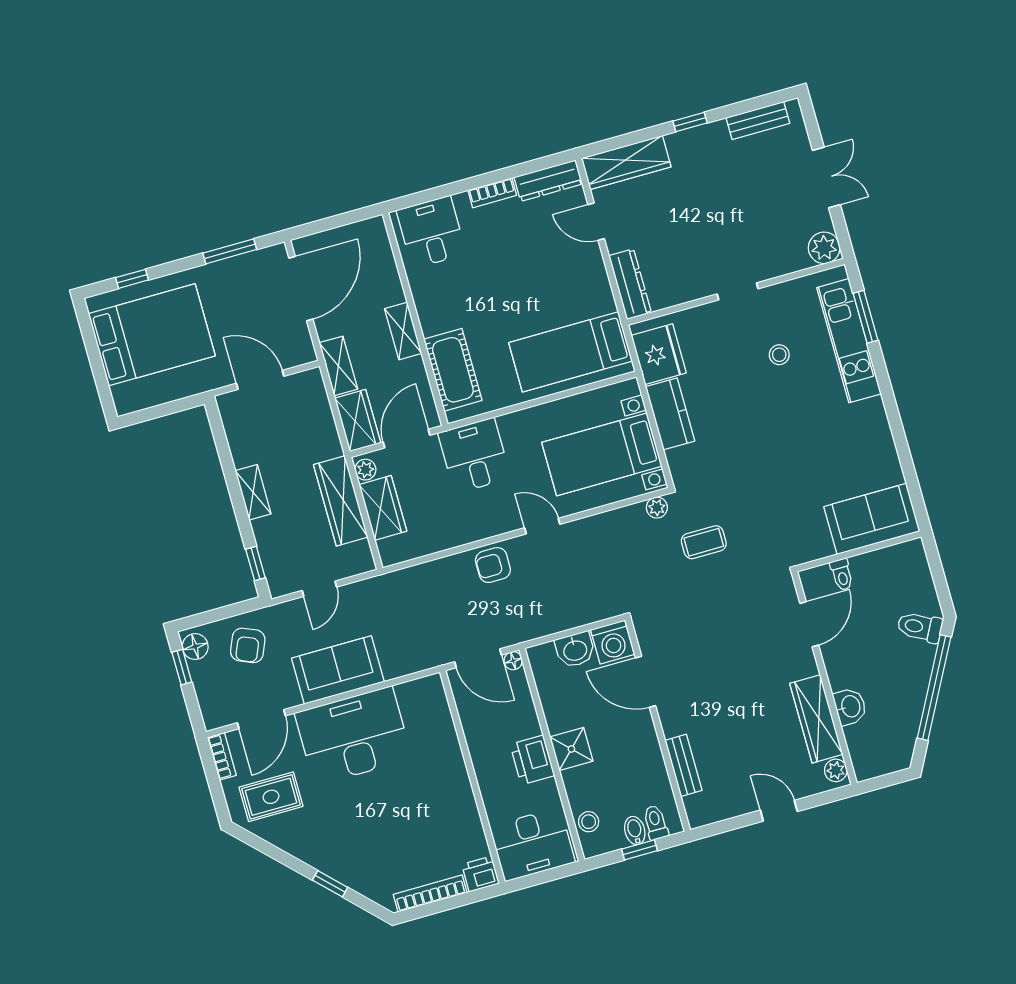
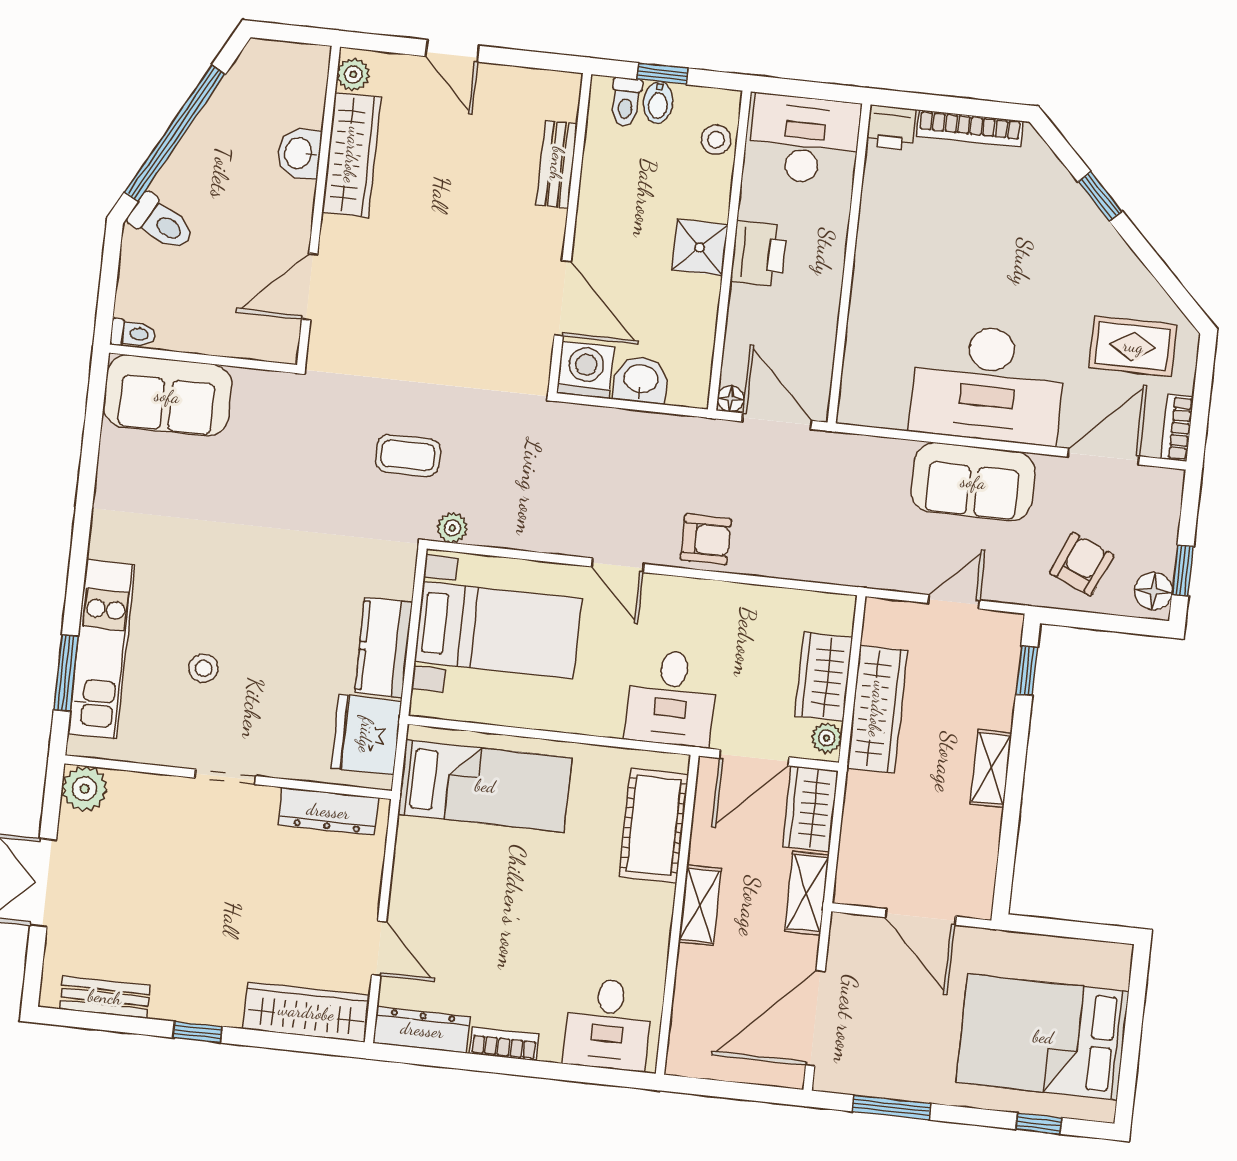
dresser: (630, 284) -> (328, 811), moved, turned -90
toilet: (842, 575) -> (133, 334), moved, turned 90

